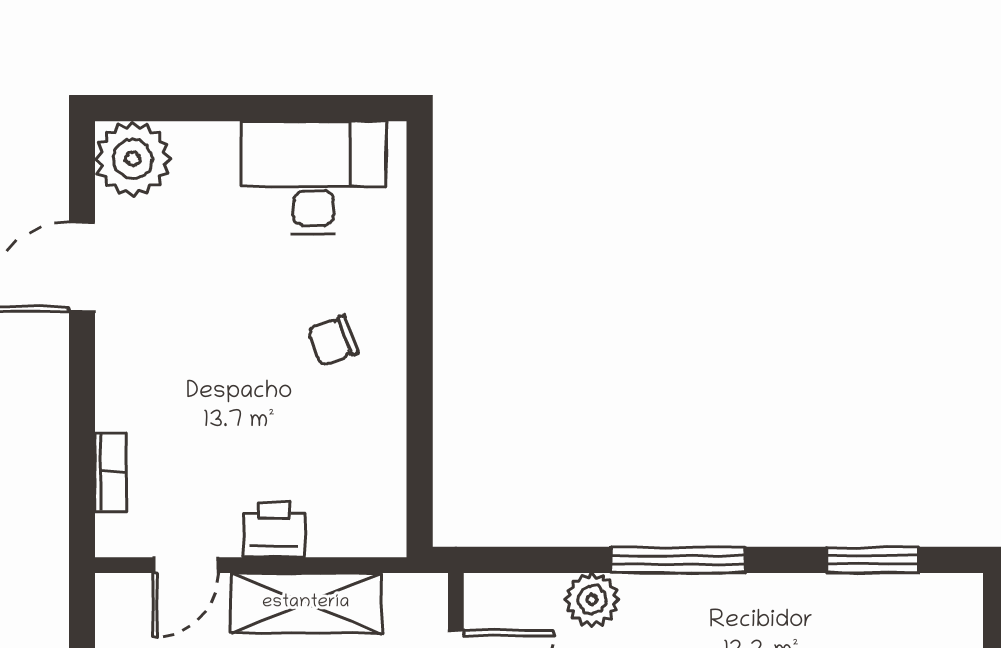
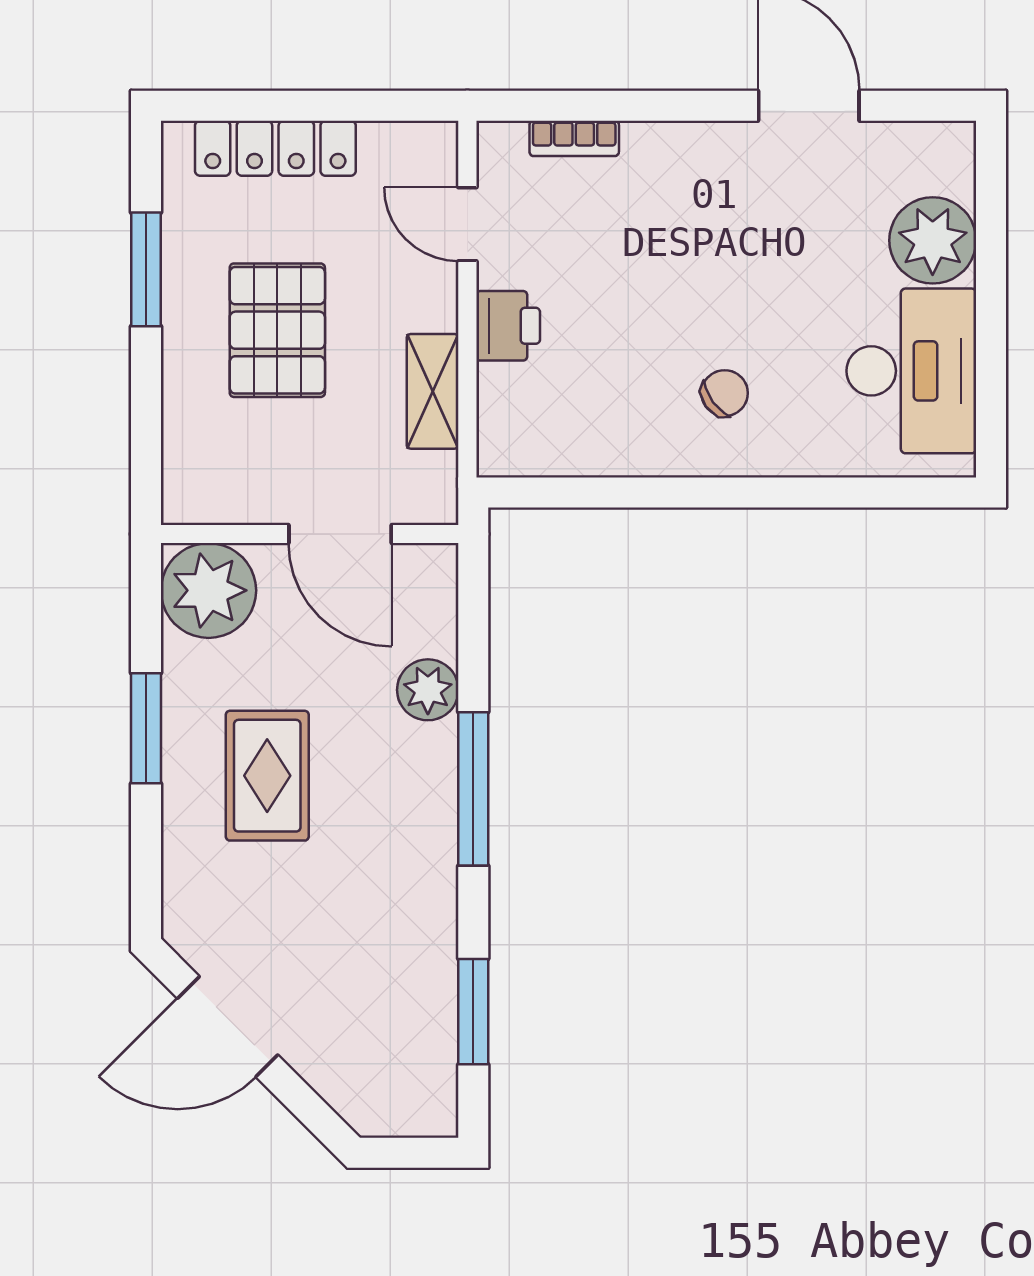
plant: (133, 159) -> (933, 240), moved
chair: (333, 341) -> (725, 393), turned 74
shelving: (306, 603) -> (433, 391), width x0.67, depth x0.75

